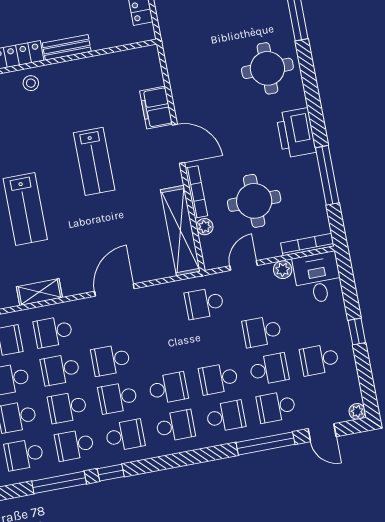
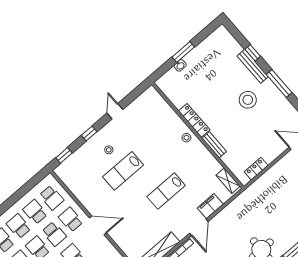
door: (114, 290) -> (98, 225), moved
shelving: (39, 292) -> (228, 181), moved
school desk: (60, 370) -> (54, 234), turned 180

